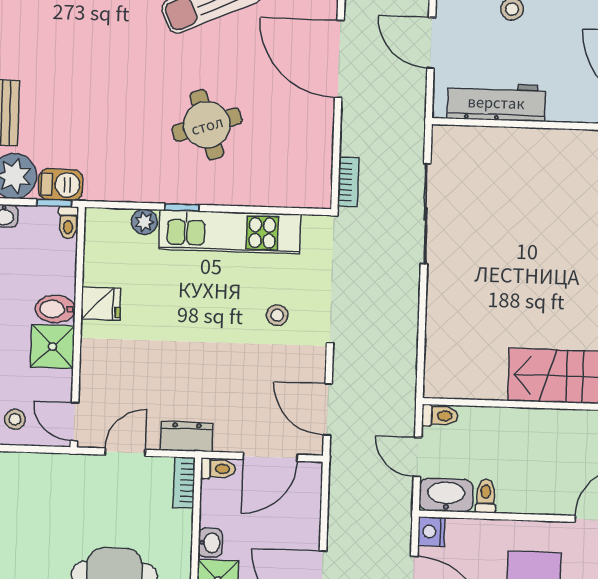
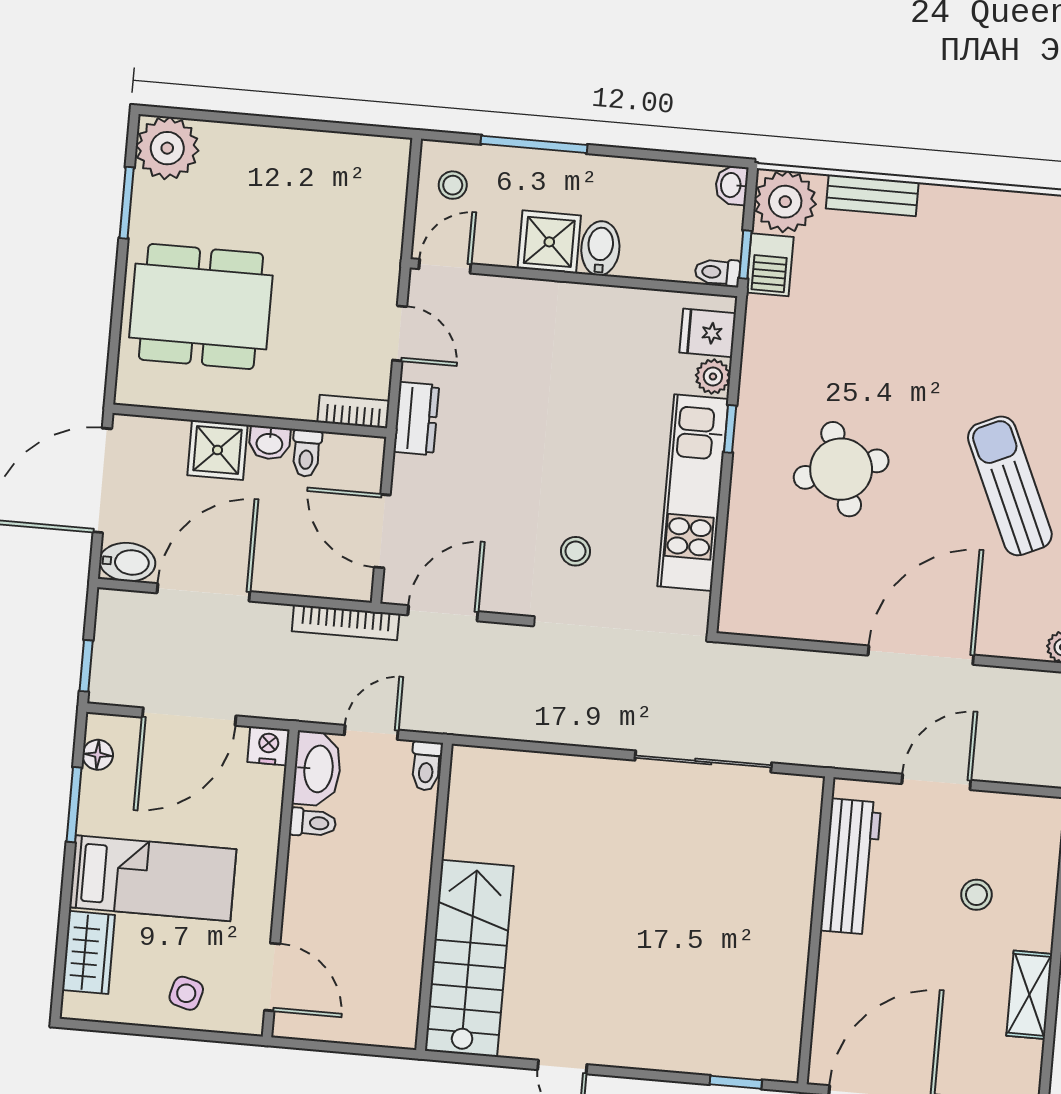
bookcase: (348, 182) -> (346, 622), moved, width x1.56
fridge: (101, 303) -> (708, 333), moved, turned 90
toilet: (218, 469) -> (306, 453), moved

